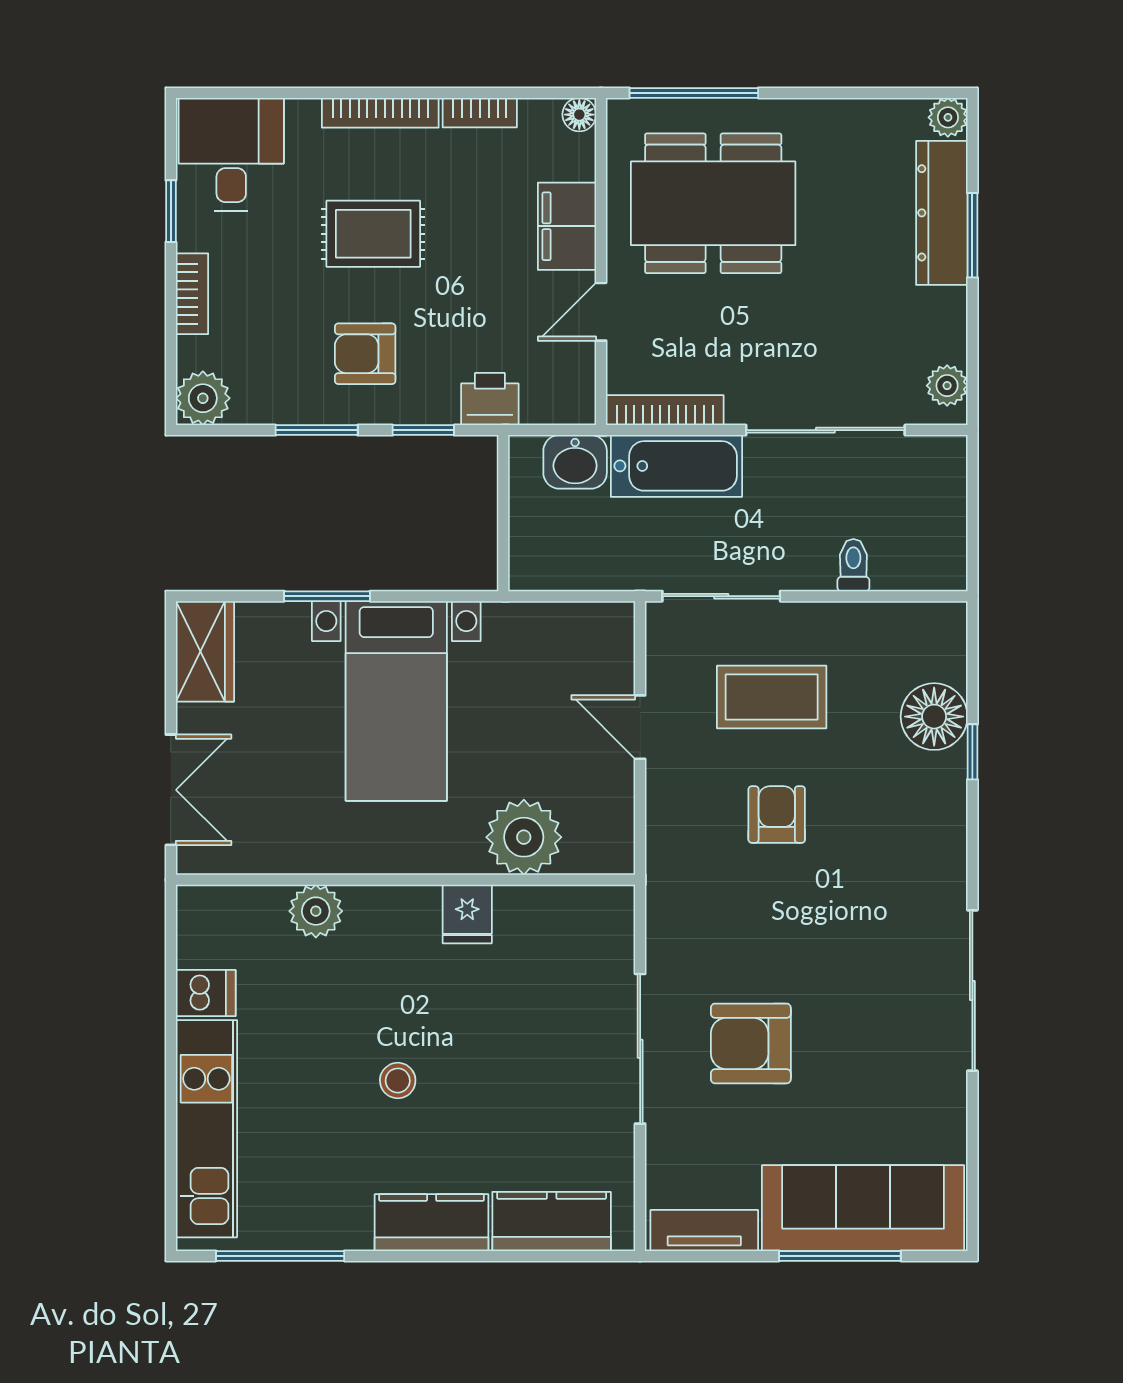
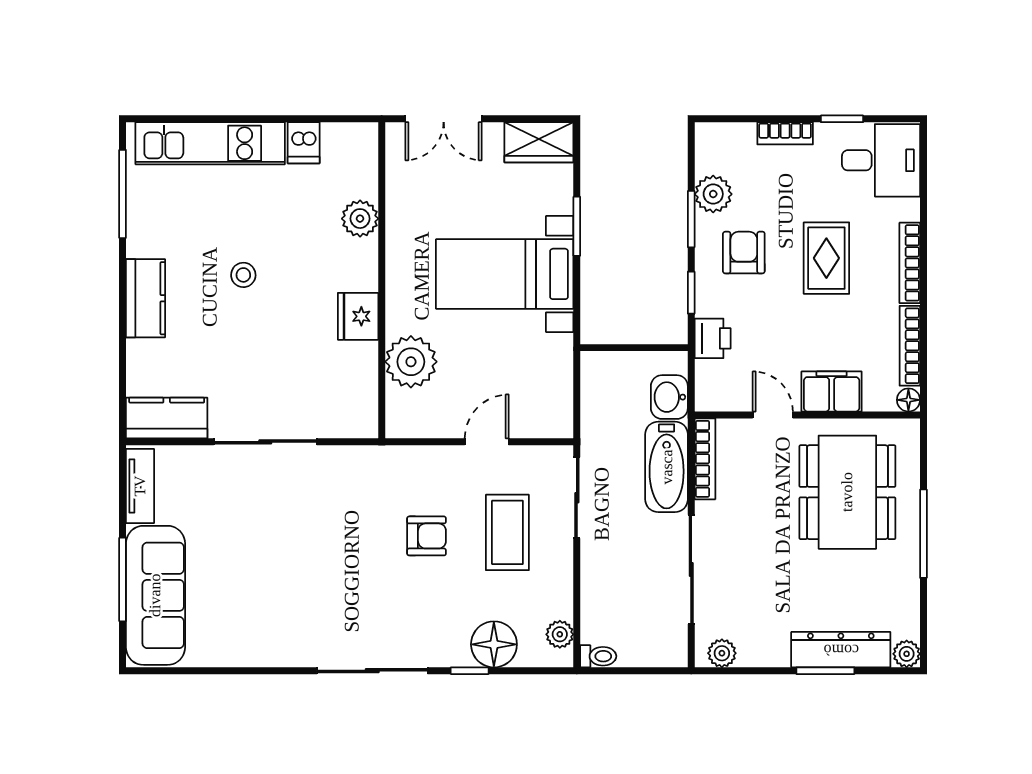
window: (694, 93) -> (923, 534), moved
bookcase: (480, 113) -> (910, 346), width x1.56
plant: (203, 398) -> (713, 194), moved
toilet: (853, 565) -> (598, 656), moved
plant: (920, 621) -> (560, 634), added
fridge: (467, 914) -> (358, 316), width x1.38
sliding door: (972, 991) -> (372, 671), moved
armchair: (751, 1043) -> (269, 518), removed
kitchen counter: (552, 1221) -> (167, 418), moved, turned -90

